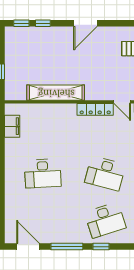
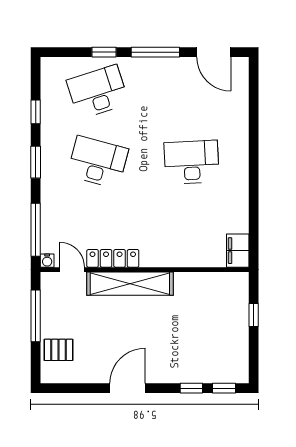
shelving: (56, 93) -> (130, 284), moved
filing cabinet: (12, 126) -> (238, 251), moved

